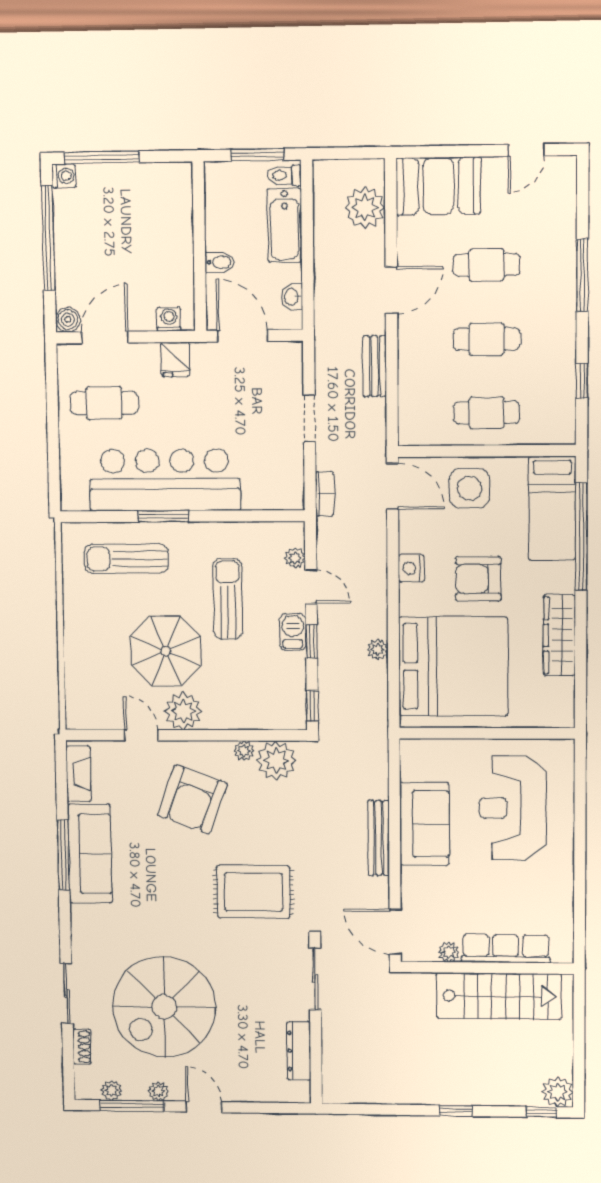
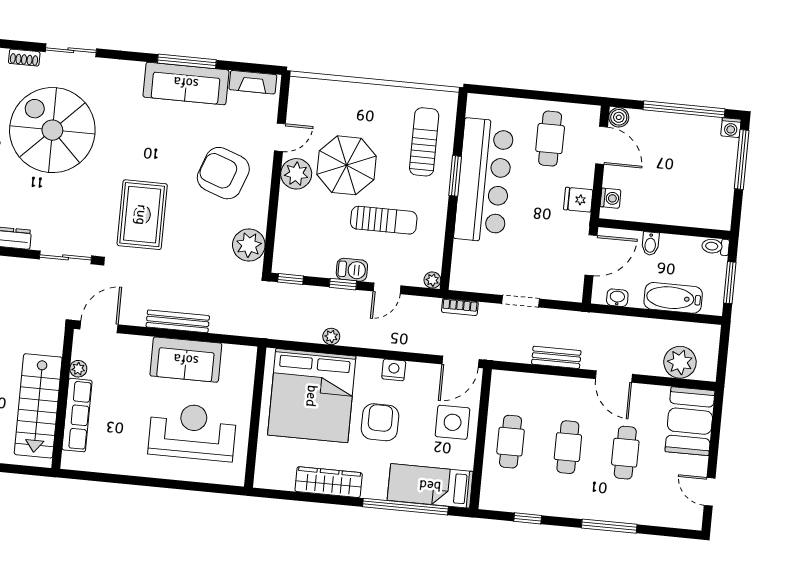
toilet: (284, 175) -> (715, 246), moved, turned -90
plant: (295, 558) -> (432, 280), moved
plant: (244, 751) -> (259, 220), removed

